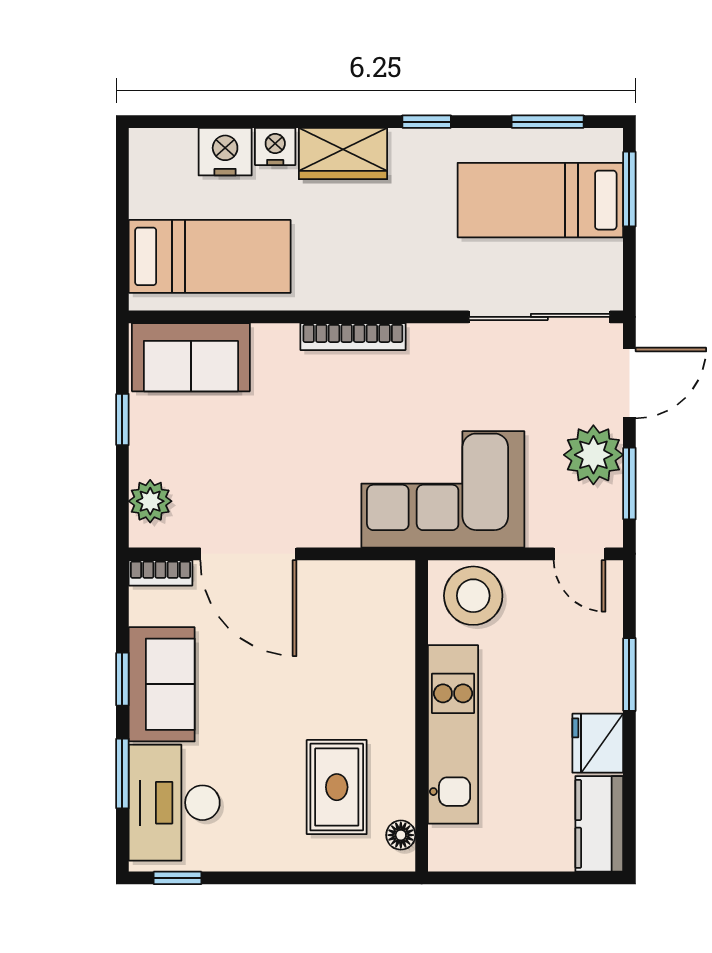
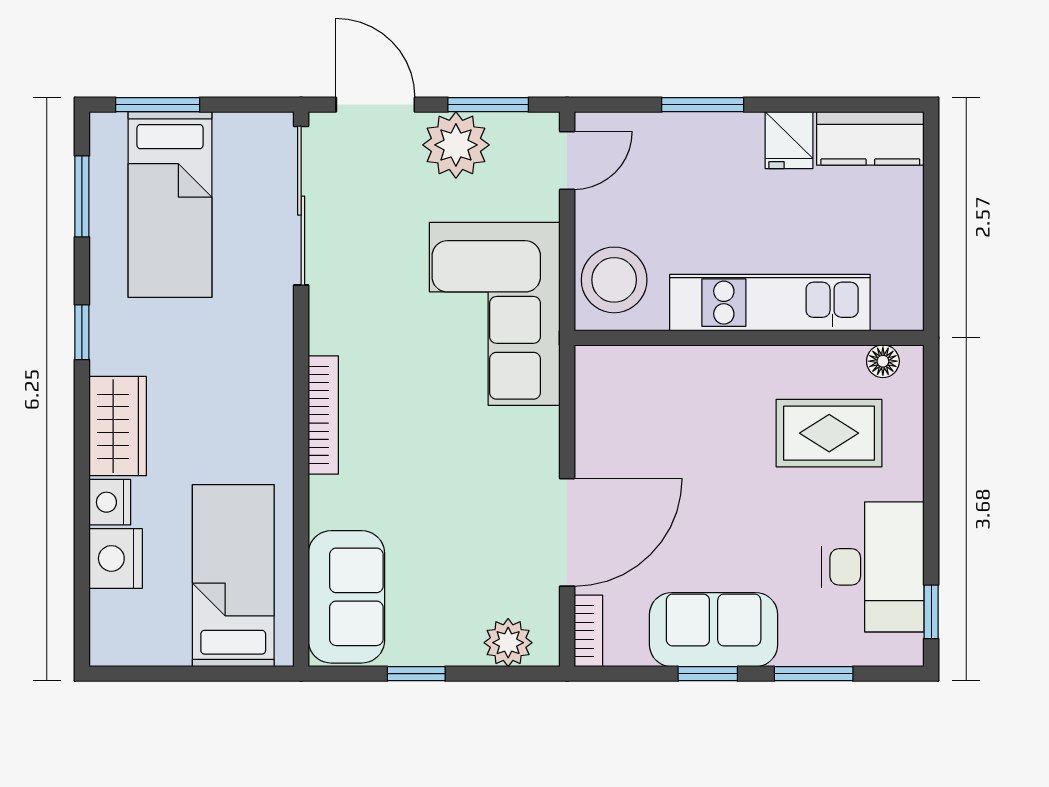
fridge: (598, 743) -> (789, 140), width x0.72
desk: (174, 803) -> (873, 567), moved, turned -90

